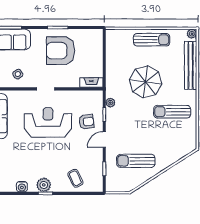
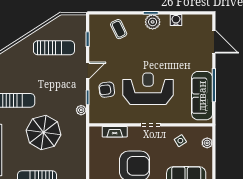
fireplace: (91, 82) -> (115, 132), moved
reception desk: (48, 122) -> (148, 89), turned 180

